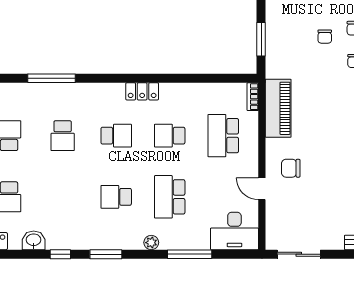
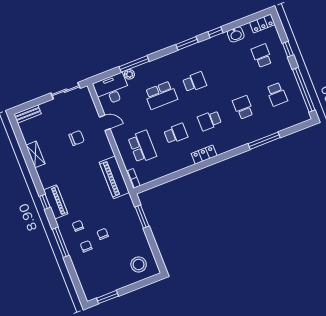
chair: (291, 168) -> (77, 138), moved
school desk: (170, 197) -> (161, 95), turned 90
plant: (151, 243) -> (129, 74), moved

